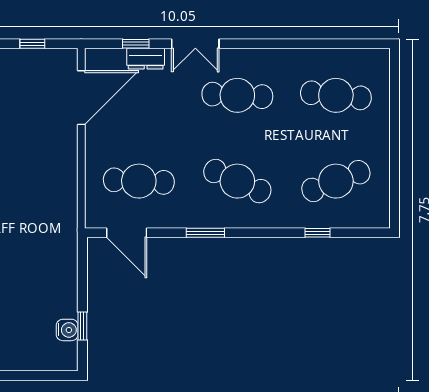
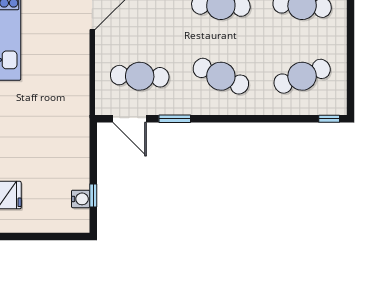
window: (205, 233) -> (175, 119), moved
window: (318, 233) -> (329, 119), moved

